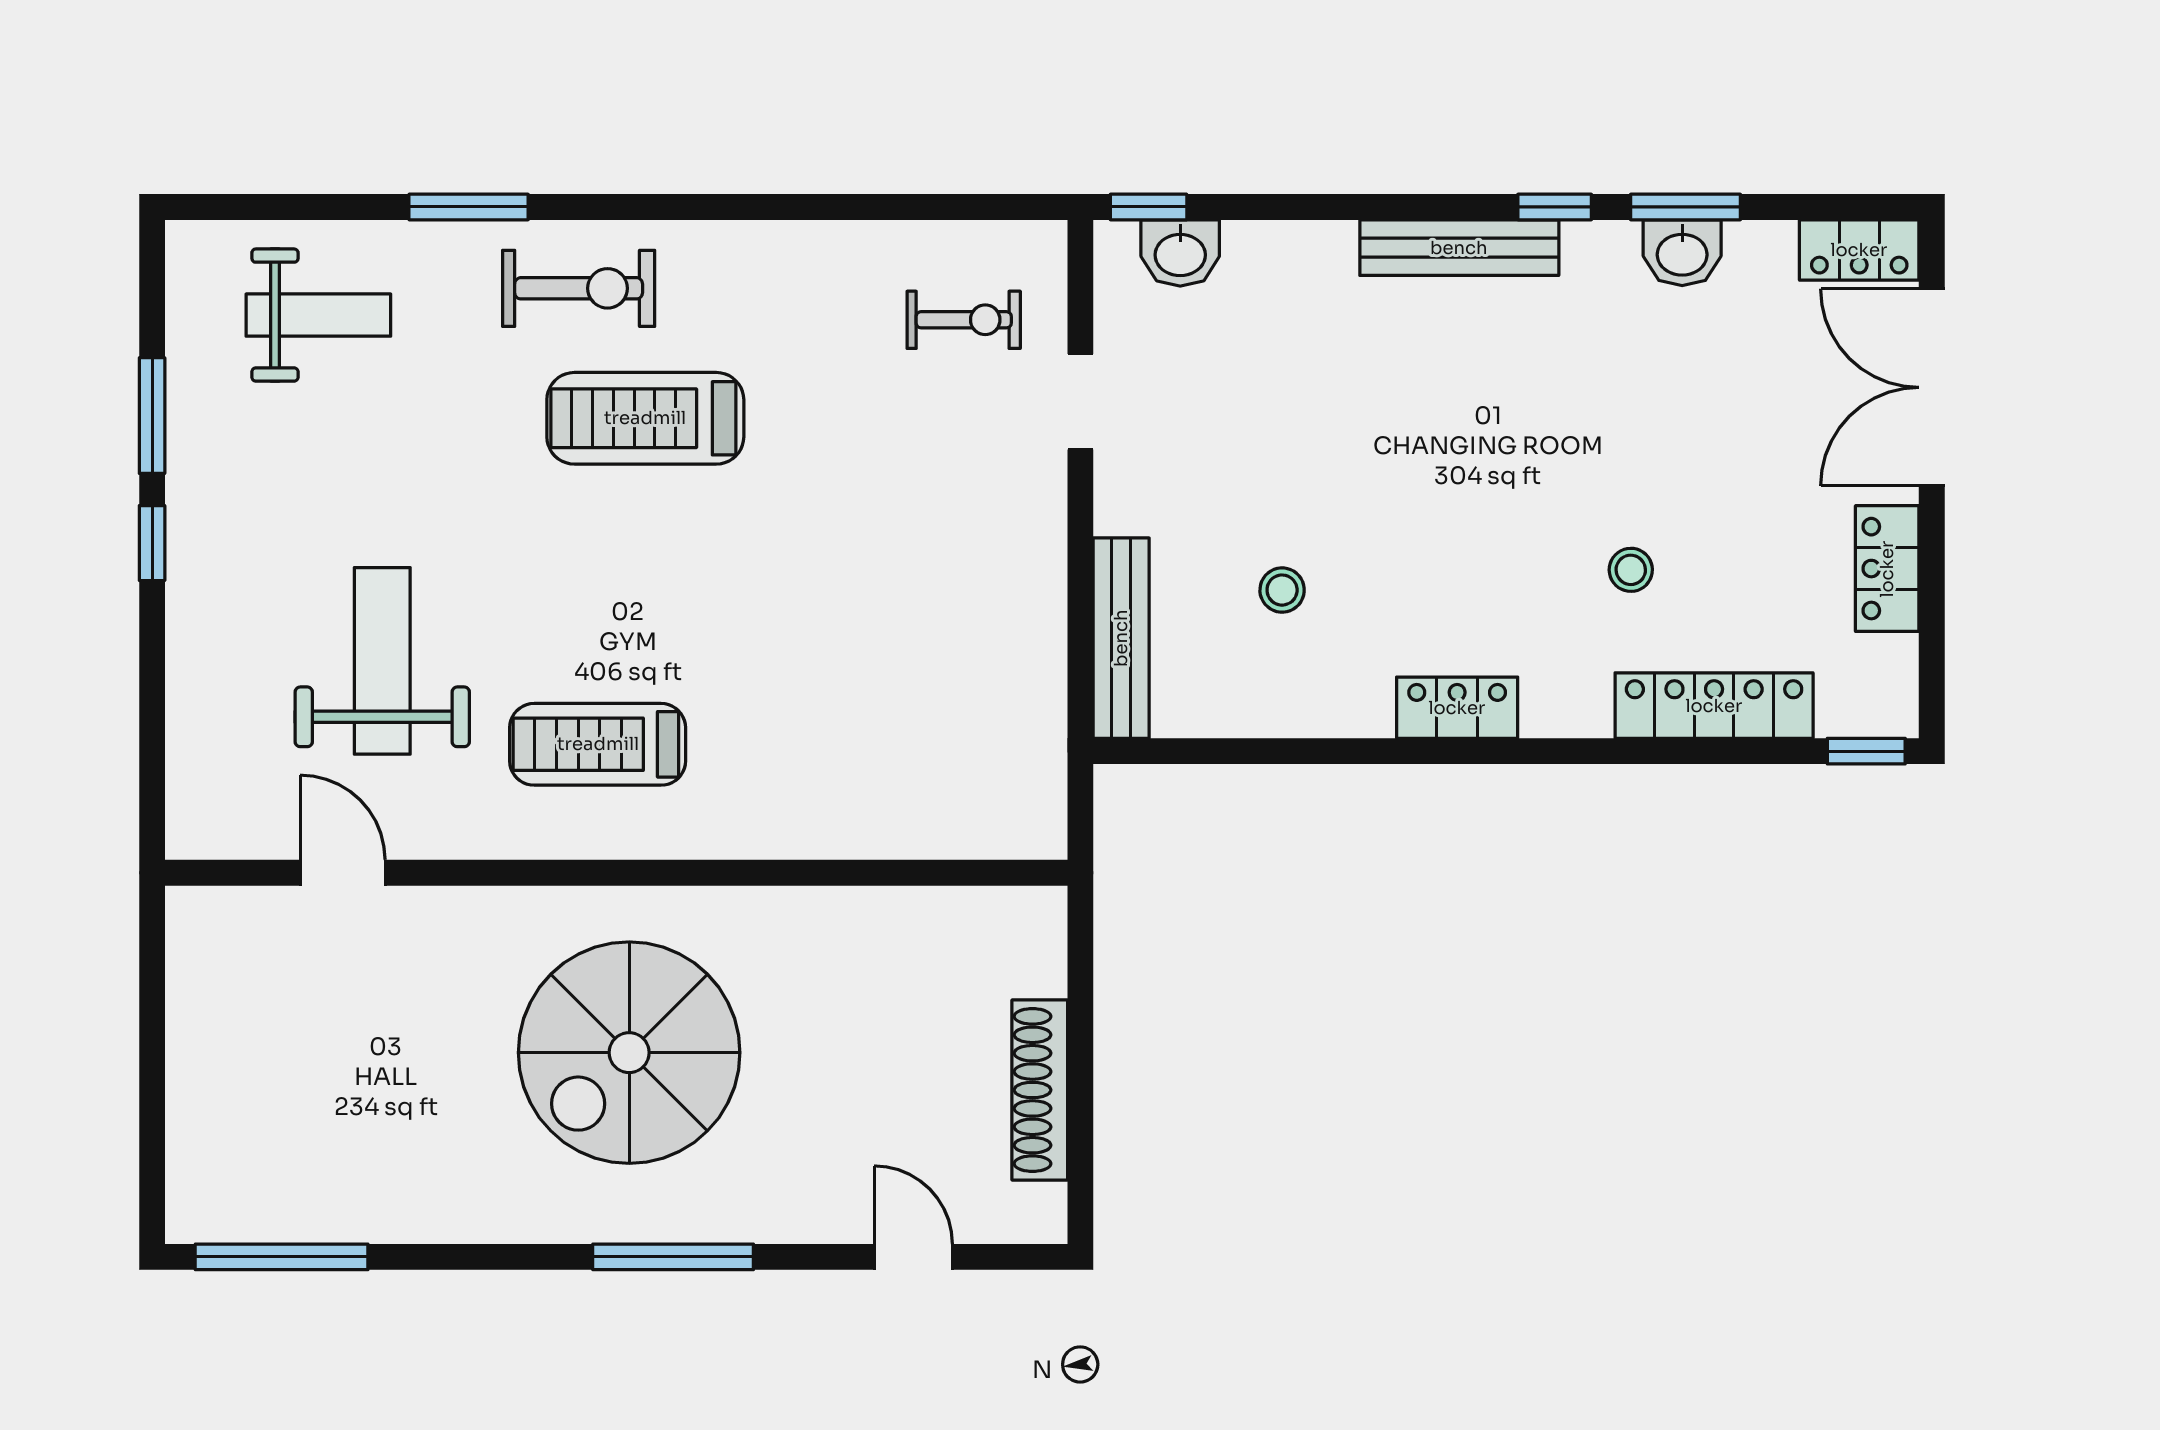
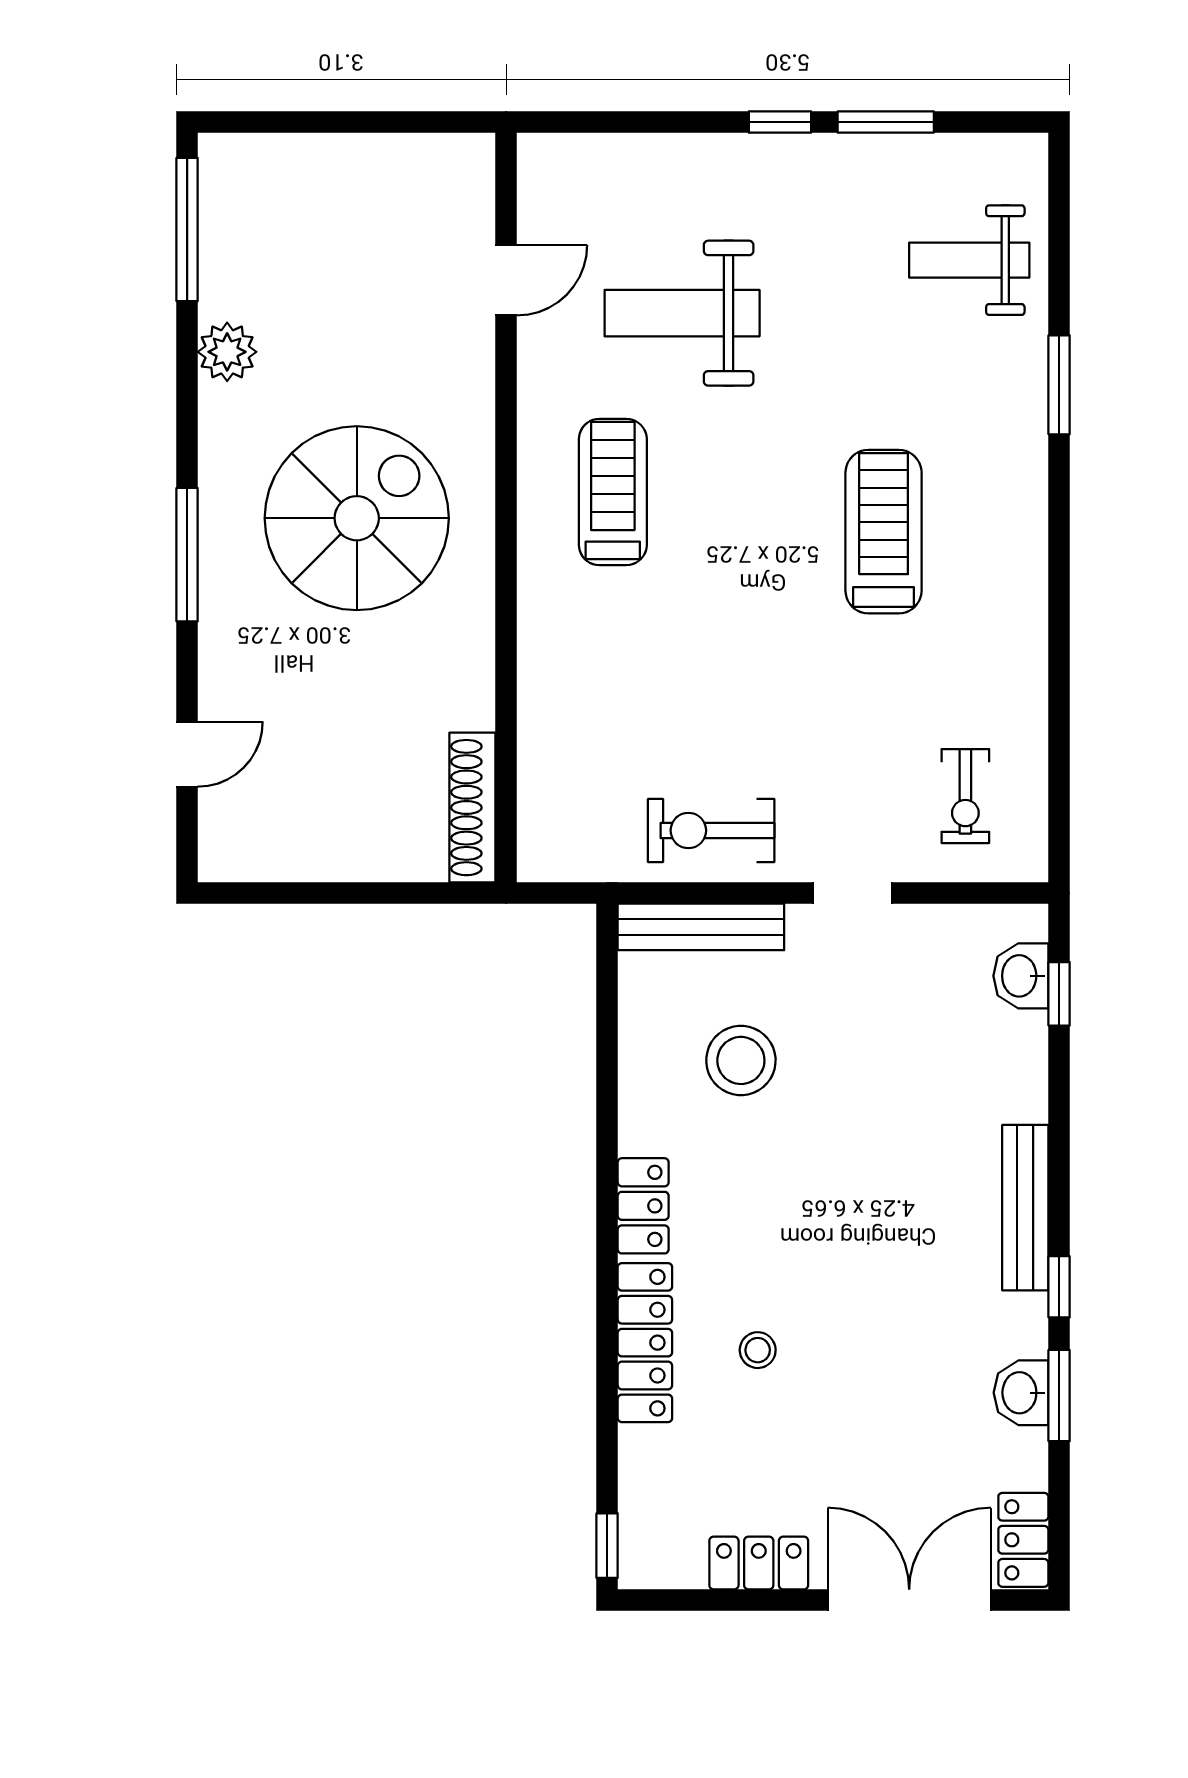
window: (1149, 207) -> (1059, 994), moved
exercise bike: (579, 288) -> (711, 830), moved, turned 90
weight bench: (318, 315) -> (969, 260), turned 90
doorway: (1080, 402) -> (852, 893), moved
stool: (1282, 590) -> (741, 1060), width x1.89, depth x1.89
weight bench: (382, 661) -> (682, 313), turned 180
locker: (1714, 706) -> (645, 1343), moved
spiral stairs: (629, 1053) -> (357, 518), turned 90
shoe rack: (1040, 1090) -> (472, 808), moved, turned -90
plant: (429, 1209) -> (227, 352), added

